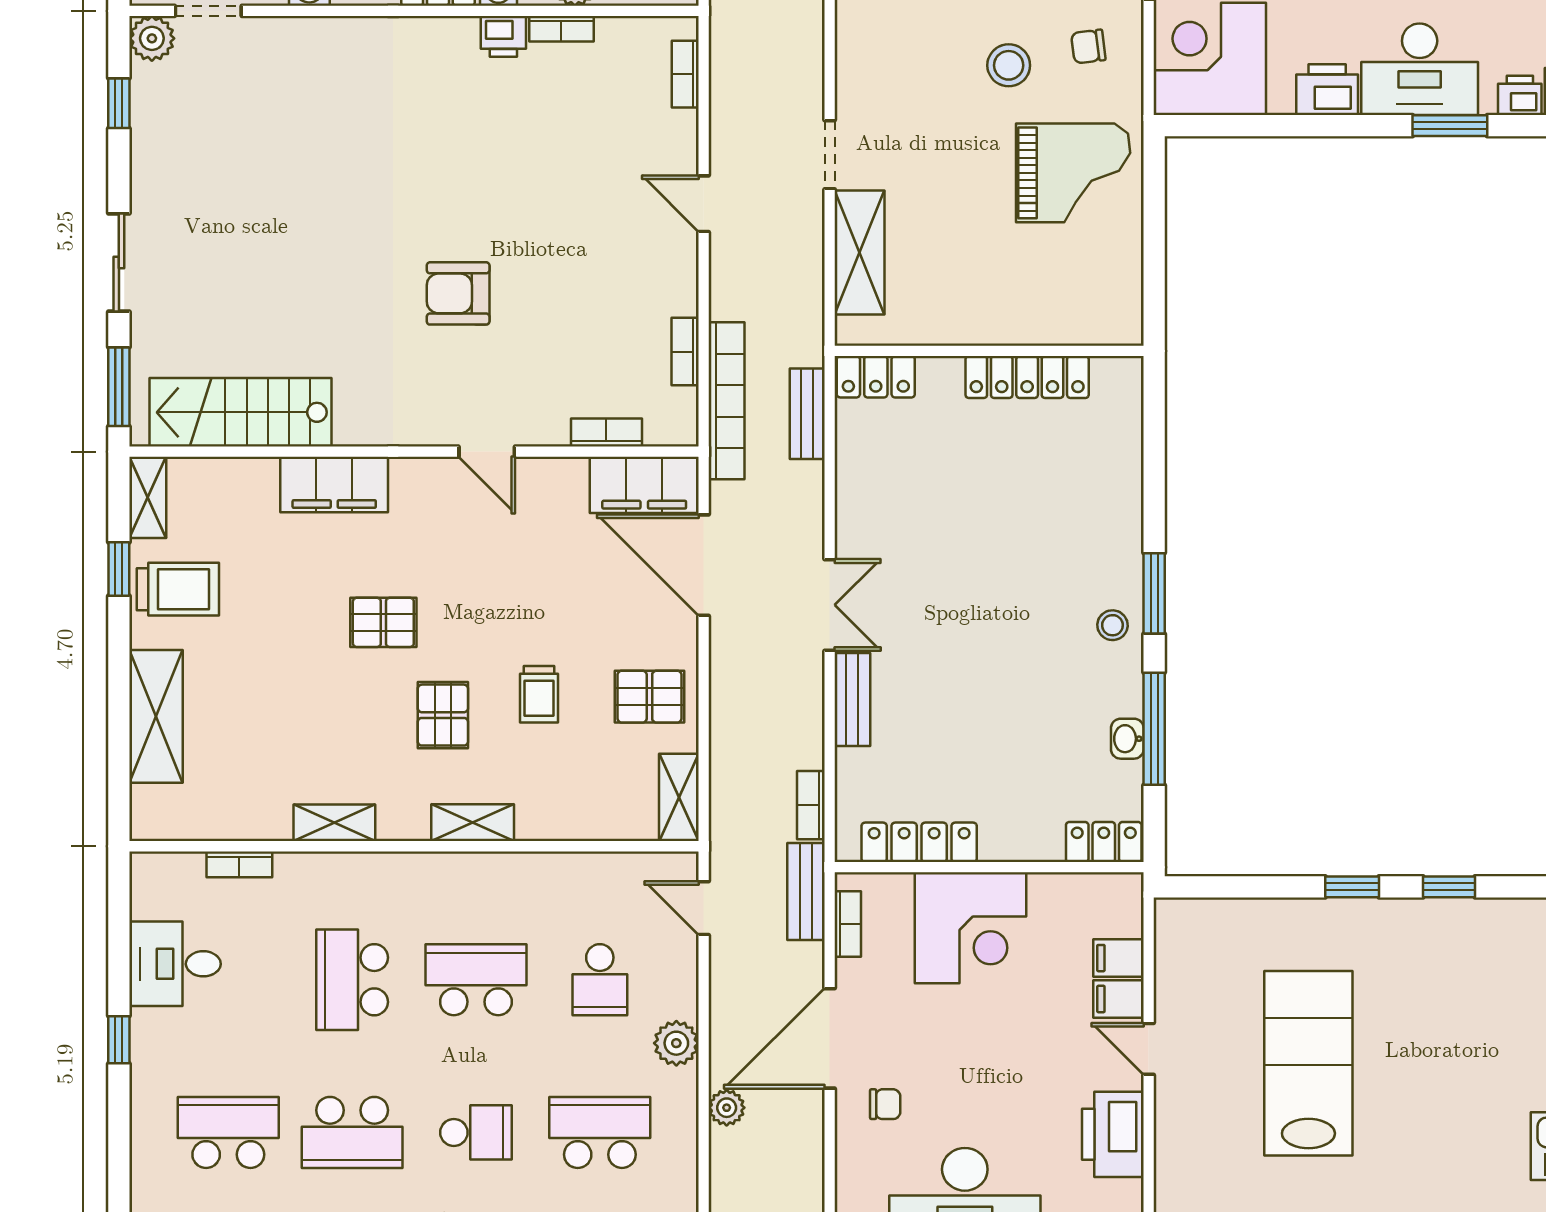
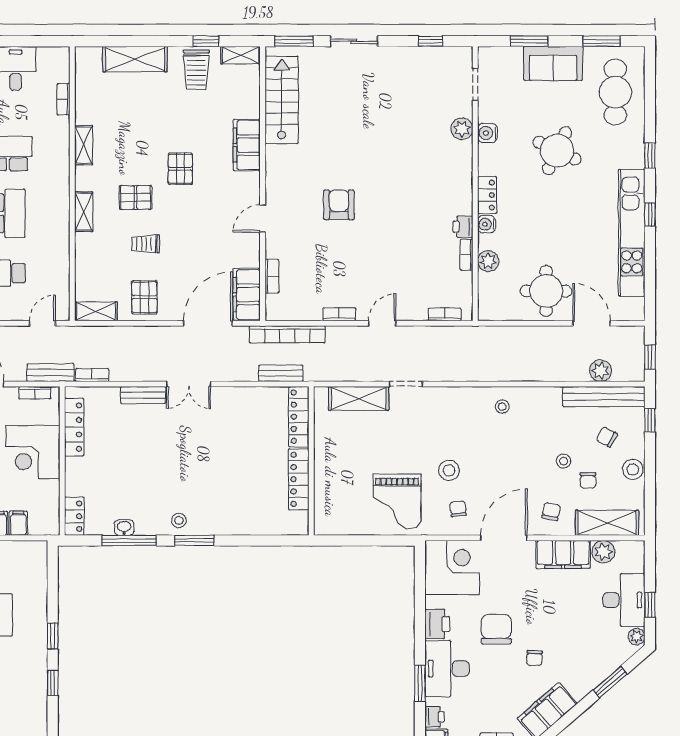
plant: (152, 38) -> (462, 129), moved
bookcase: (685, 352) -> (339, 314), moved
locker: (876, 377) -> (299, 417), width x1.53

